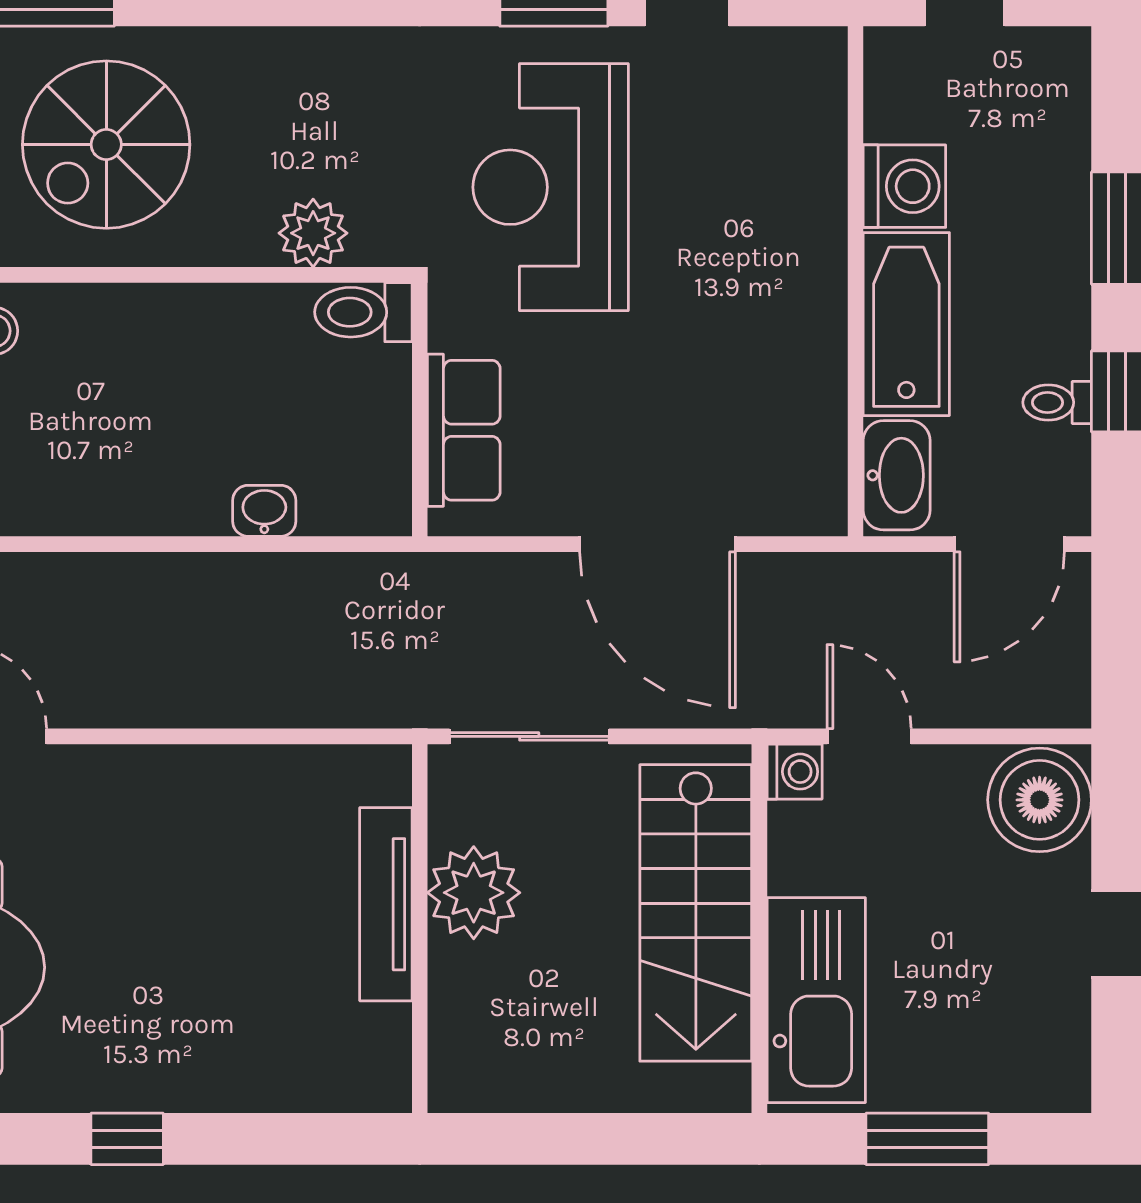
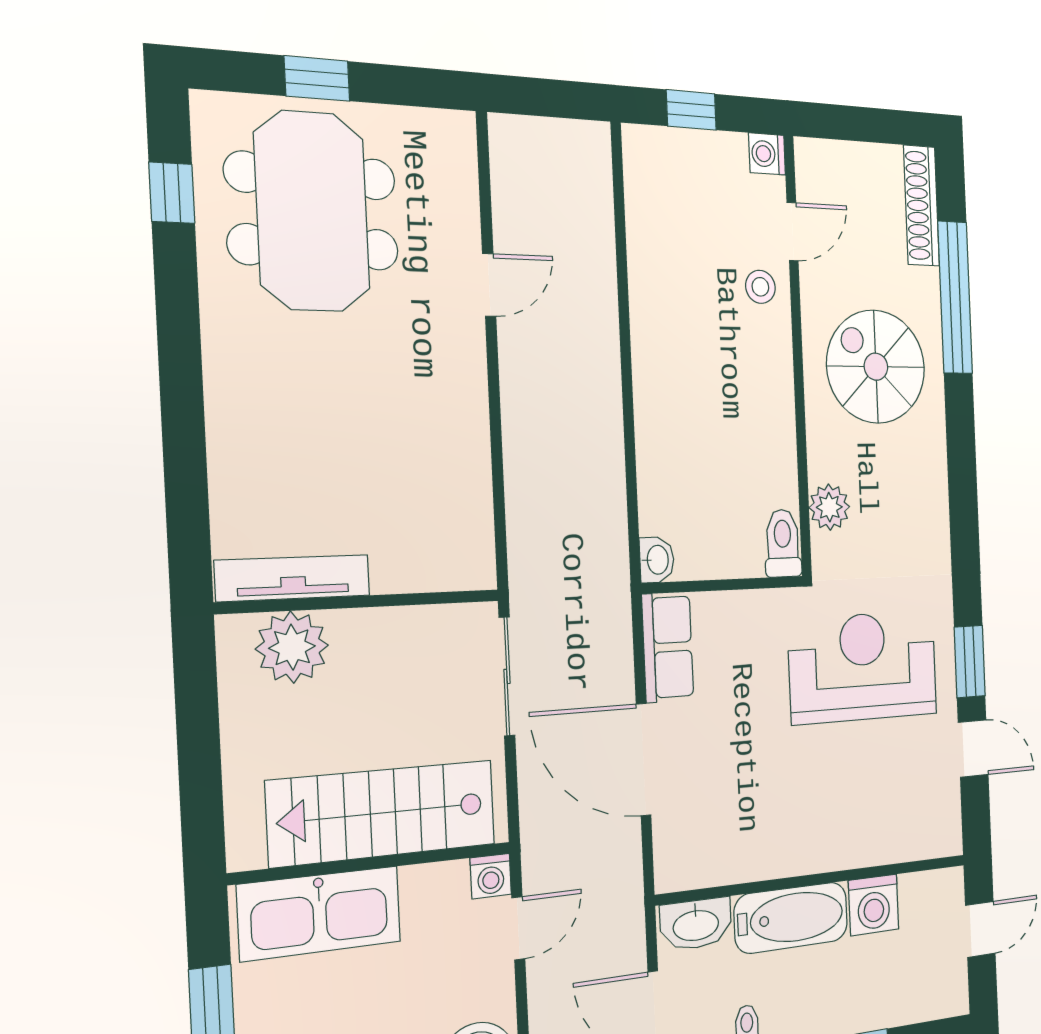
row of seats: (464, 430) -> (668, 647), moved, turned -90
washbasin: (264, 511) -> (657, 560), moved
door: (658, 544) -> (643, 760), hinge flipped
plant: (474, 893) -> (292, 647), moved
tv unit: (386, 904) -> (293, 578), moved
window: (127, 1139) -> (181, 373), removed

